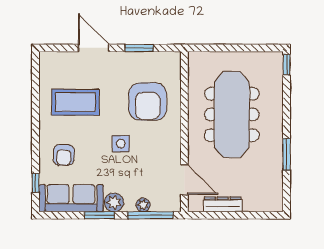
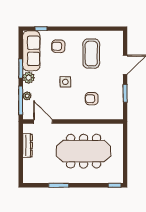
armchair: (148, 101) -> (92, 99), width x0.53, depth x0.53
door: (184, 180) -> (43, 122), swing flipped

